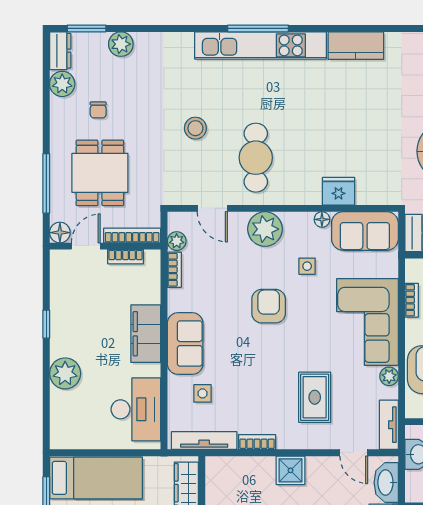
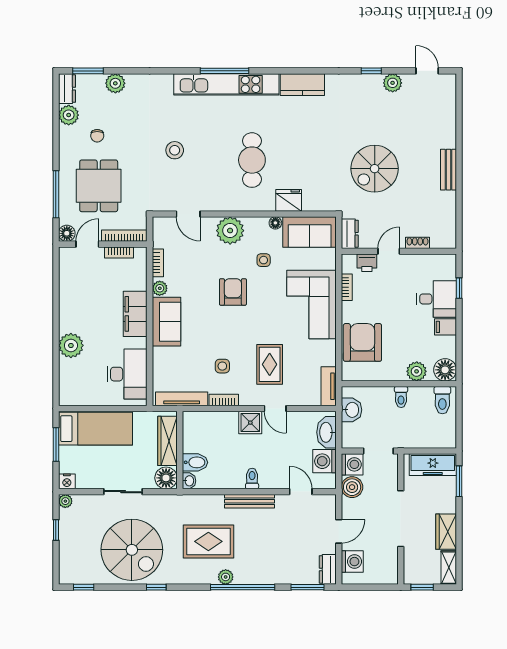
cafe table: (256, 158) -> (252, 160), moved
plant: (177, 241) -> (160, 288), moved
window: (46, 324) -> (56, 306), removed
plant: (389, 376) -> (329, 348), removed
side table: (203, 393) -> (222, 366), moved
door: (354, 453) -> (275, 409), moved

